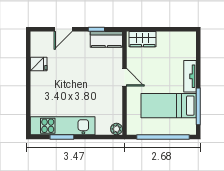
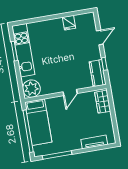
door: (63, 29) -> (100, 38), swing flipped
tv unit: (190, 76) -> (94, 142), moved
bed: (169, 106) -> (38, 122), moved, turned 180
plant: (117, 129) -> (31, 89), width x1.88, depth x1.88

